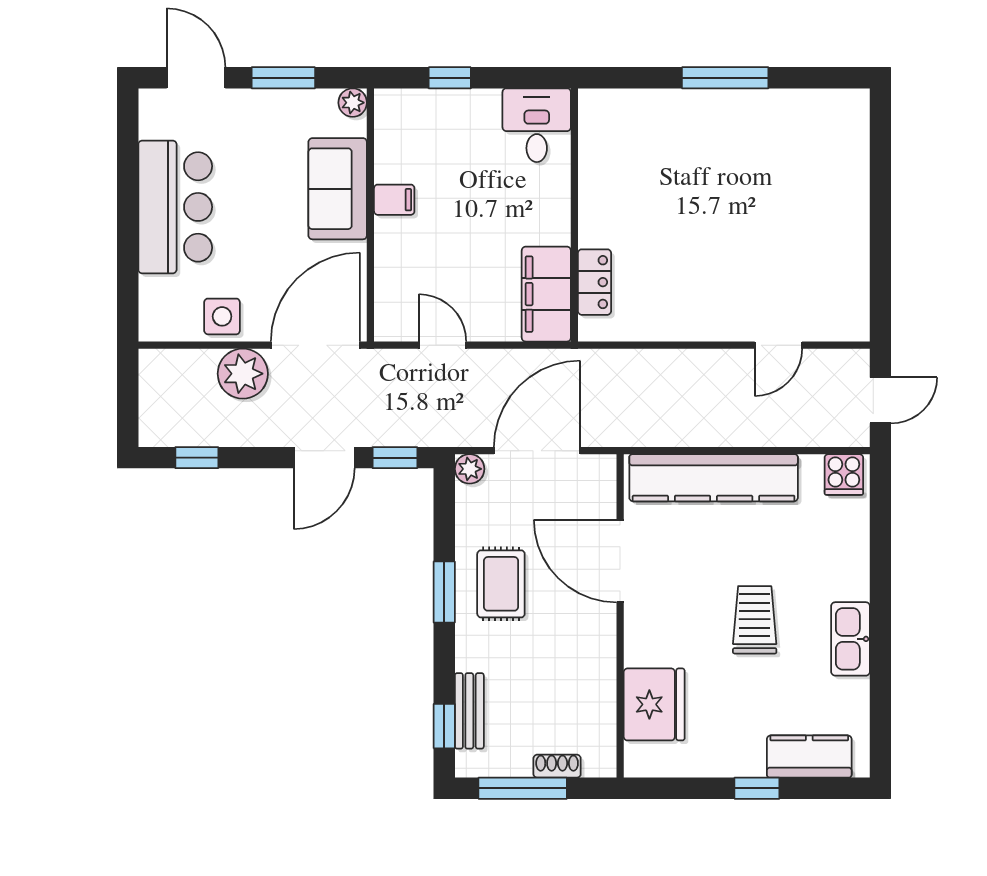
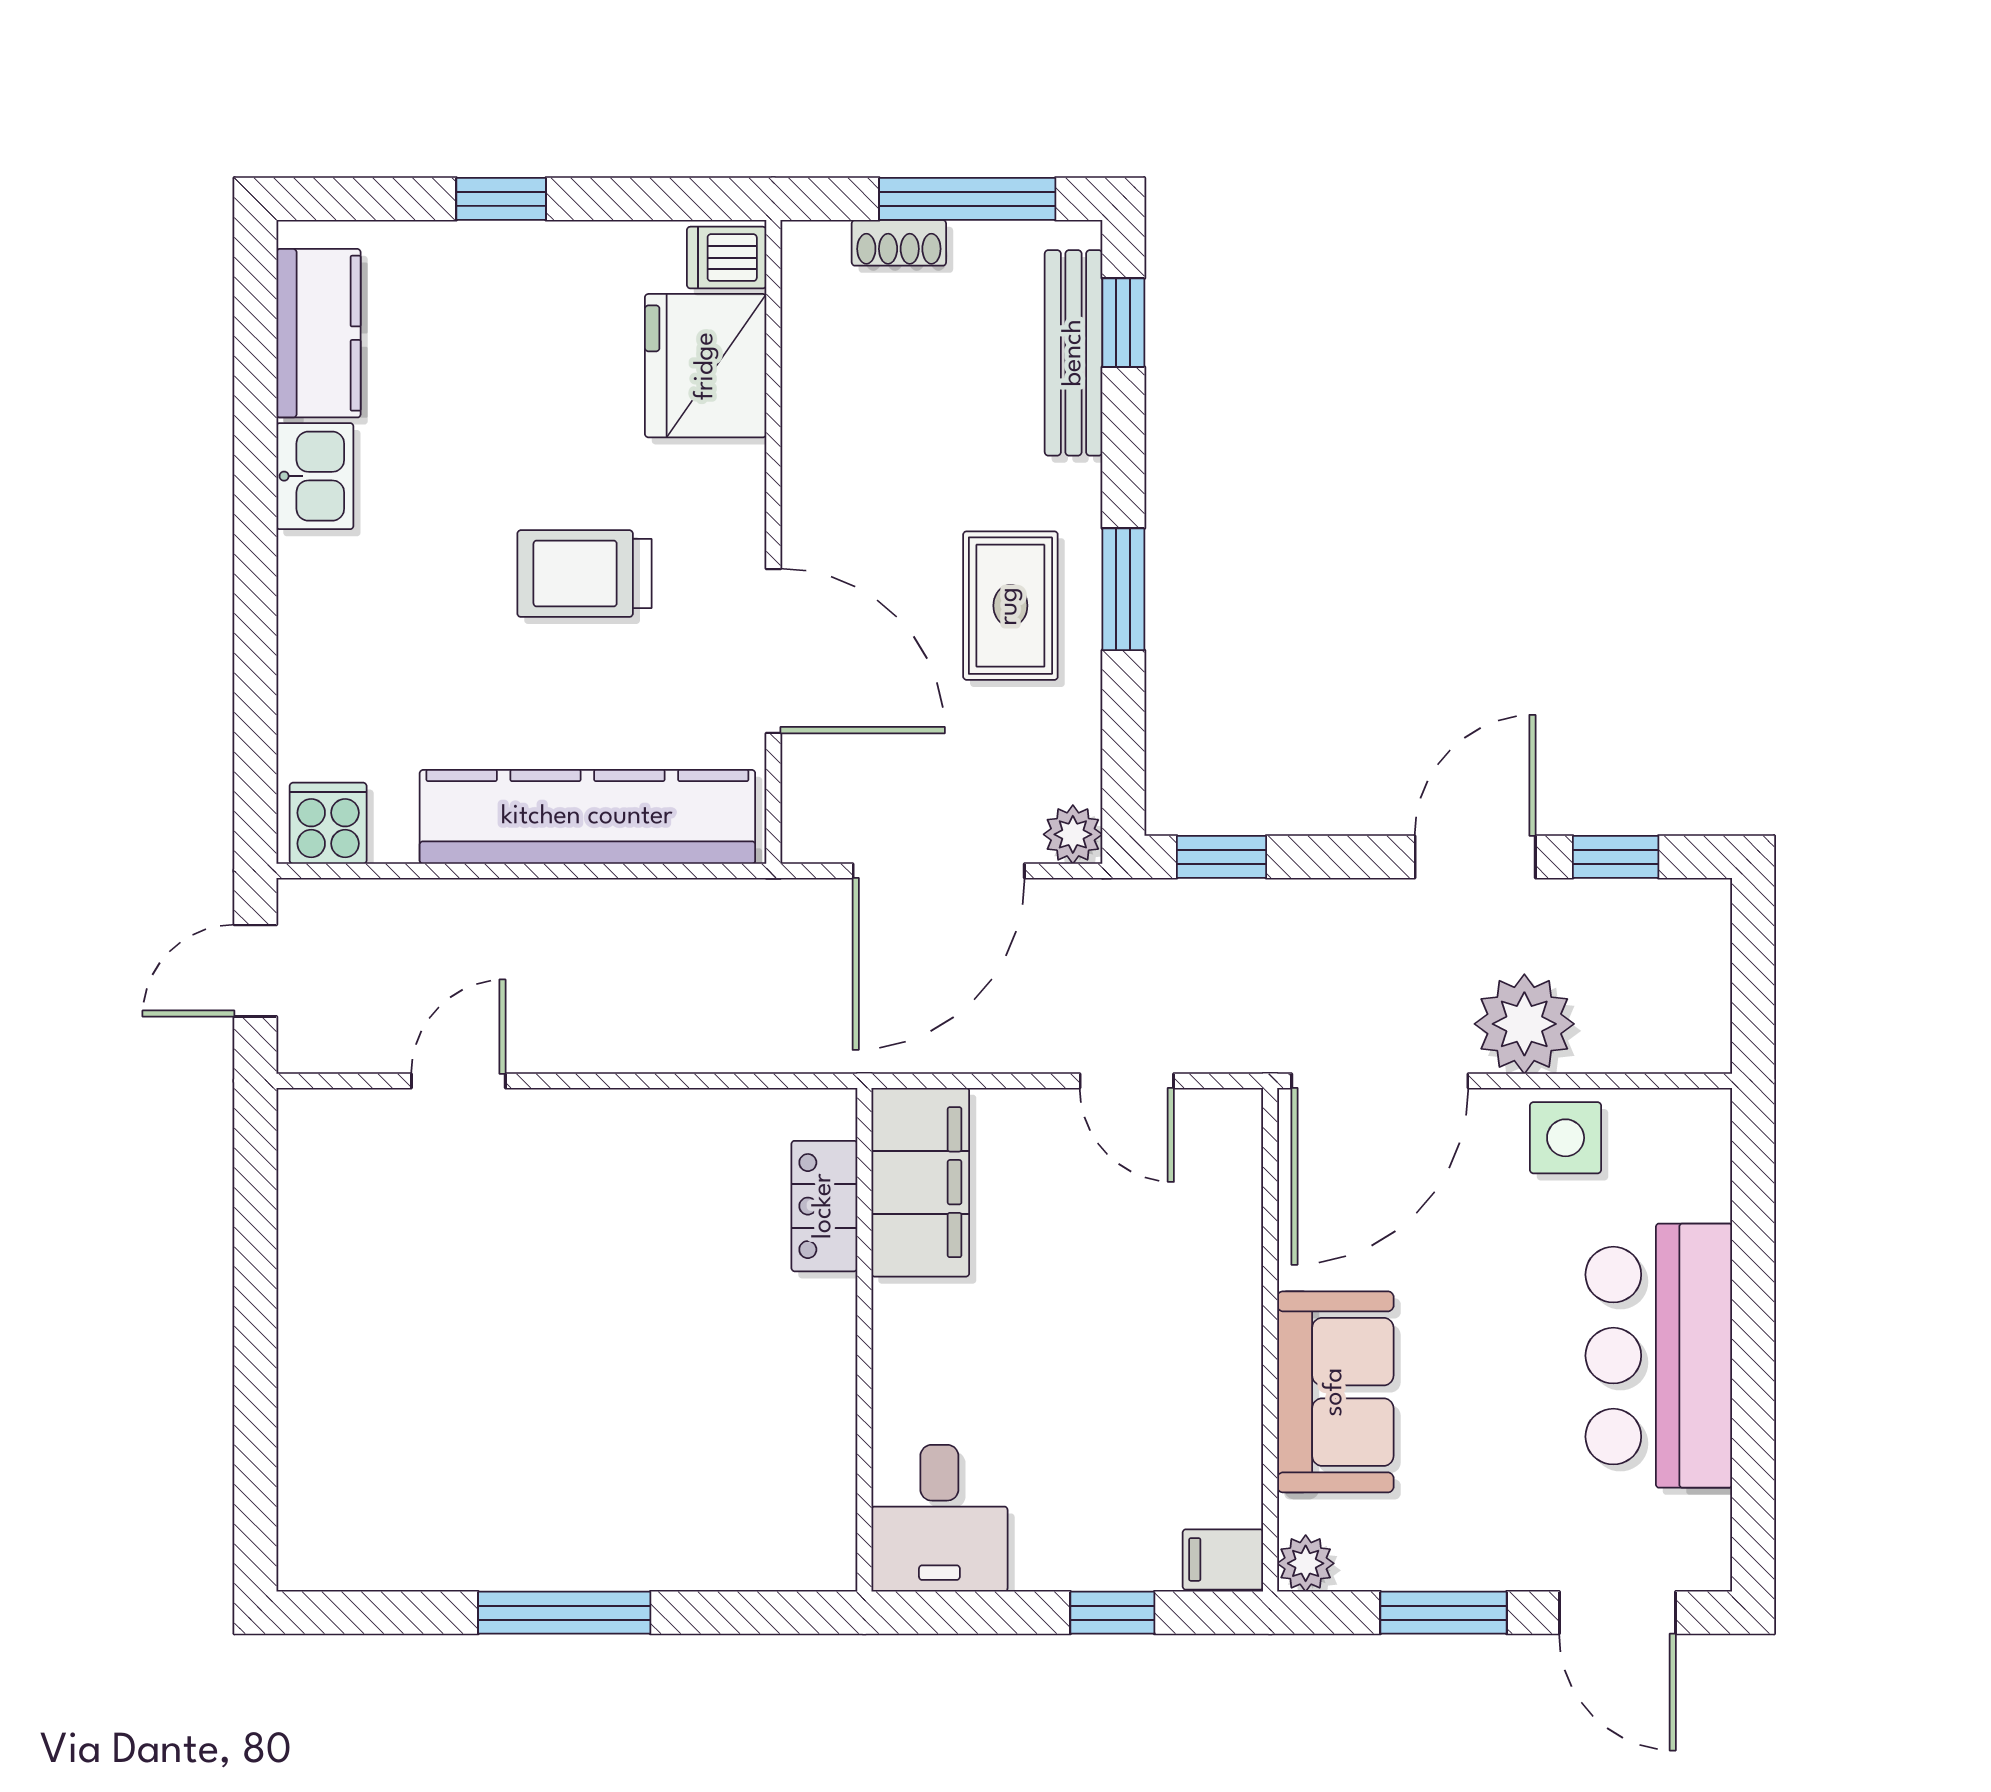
filing cabinet: (394, 200) -> (1223, 1559), moved
door: (324, 458) -> (1475, 857), moved
trolley: (755, 620) -> (584, 574), moved, turned 90
kitchen sink: (851, 639) -> (315, 476), width x0.73
bench: (469, 711) -> (1074, 353), width x1.36
kitchen counter: (809, 757) -> (319, 333), moved, turned -90
dishwasher: (644, 759) -> (727, 258), added

